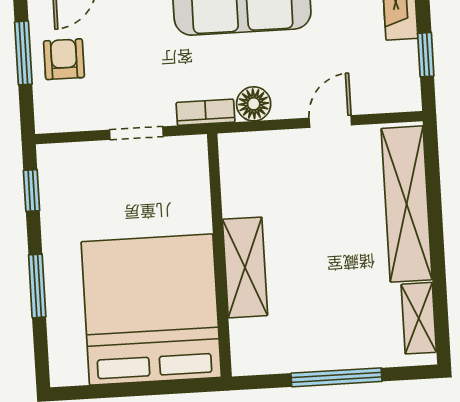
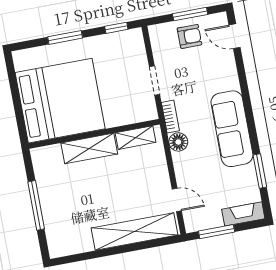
window: (426, 55) -> (217, 232), width x1.50
door: (330, 122) -> (177, 200), moved
shelving: (419, 318) -> (135, 138), moved

